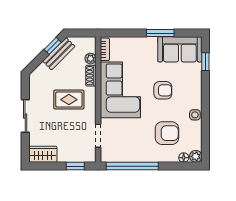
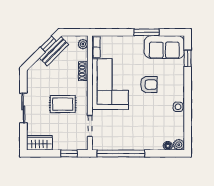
plant: (91, 59) -> (83, 44), moved
rug: (69, 100) -> (63, 104), moved
armchair: (167, 133) -> (153, 123), removed

